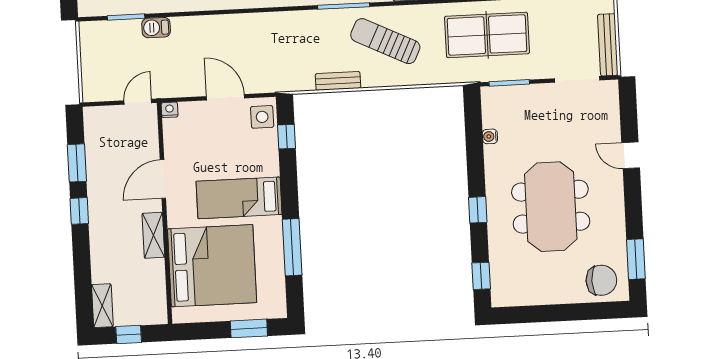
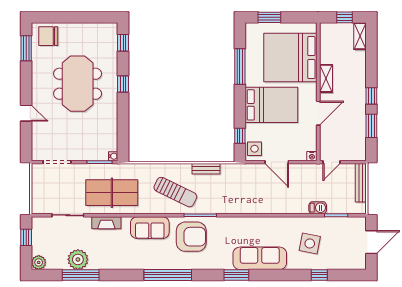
bench: (608, 45) -> (361, 183), moved
water cooler: (490, 136) -> (113, 156), moved
bed: (239, 198) -> (271, 105), width x1.50

